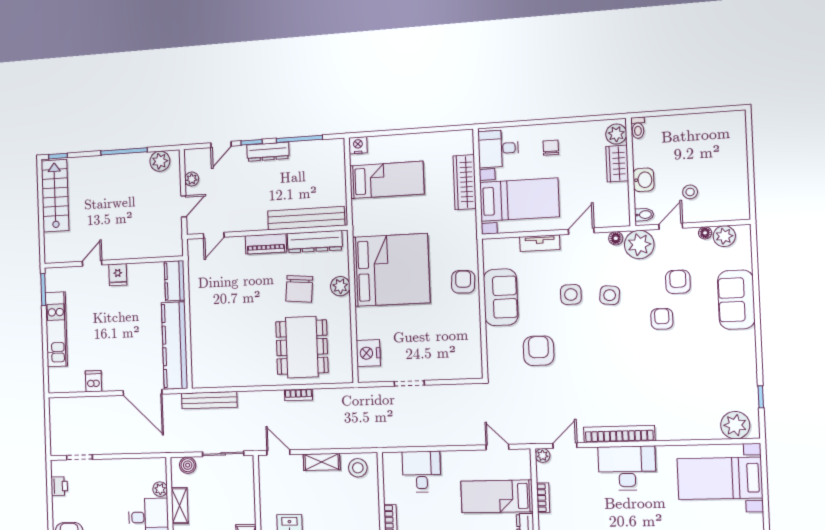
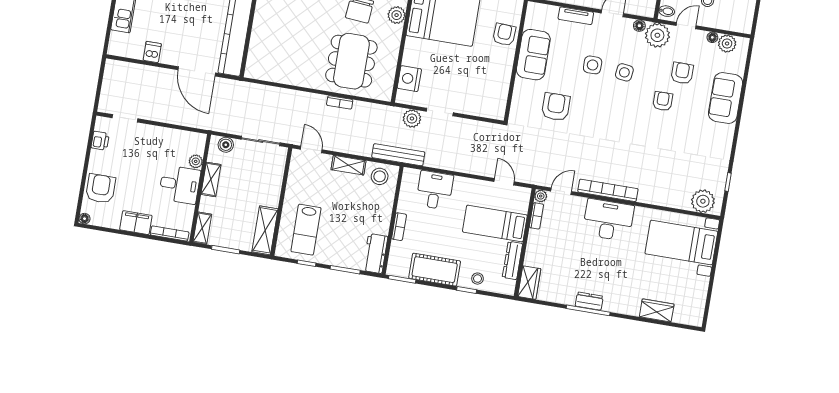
plant: (380, 397) -> (412, 119), added
bench: (209, 400) -> (398, 155), moved
bookcase: (543, 498) -> (536, 216), moved

